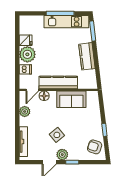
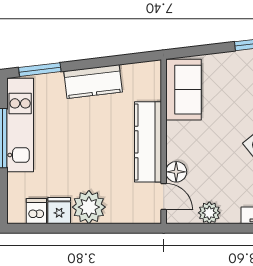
dishwasher: (25, 69) -> (36, 211), moved
sofa: (71, 99) -> (183, 90), moved

